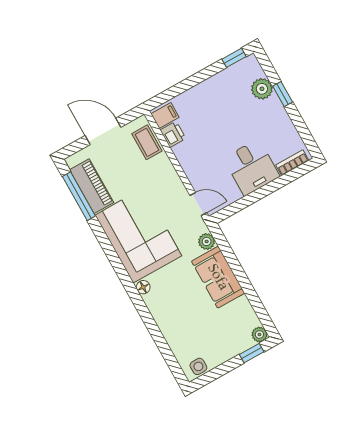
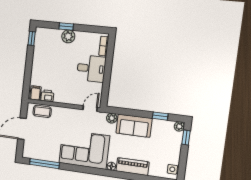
plant: (262, 89) -> (68, 36), moved
piano: (92, 186) -> (132, 167), moved
window: (255, 301) -> (160, 116), added

